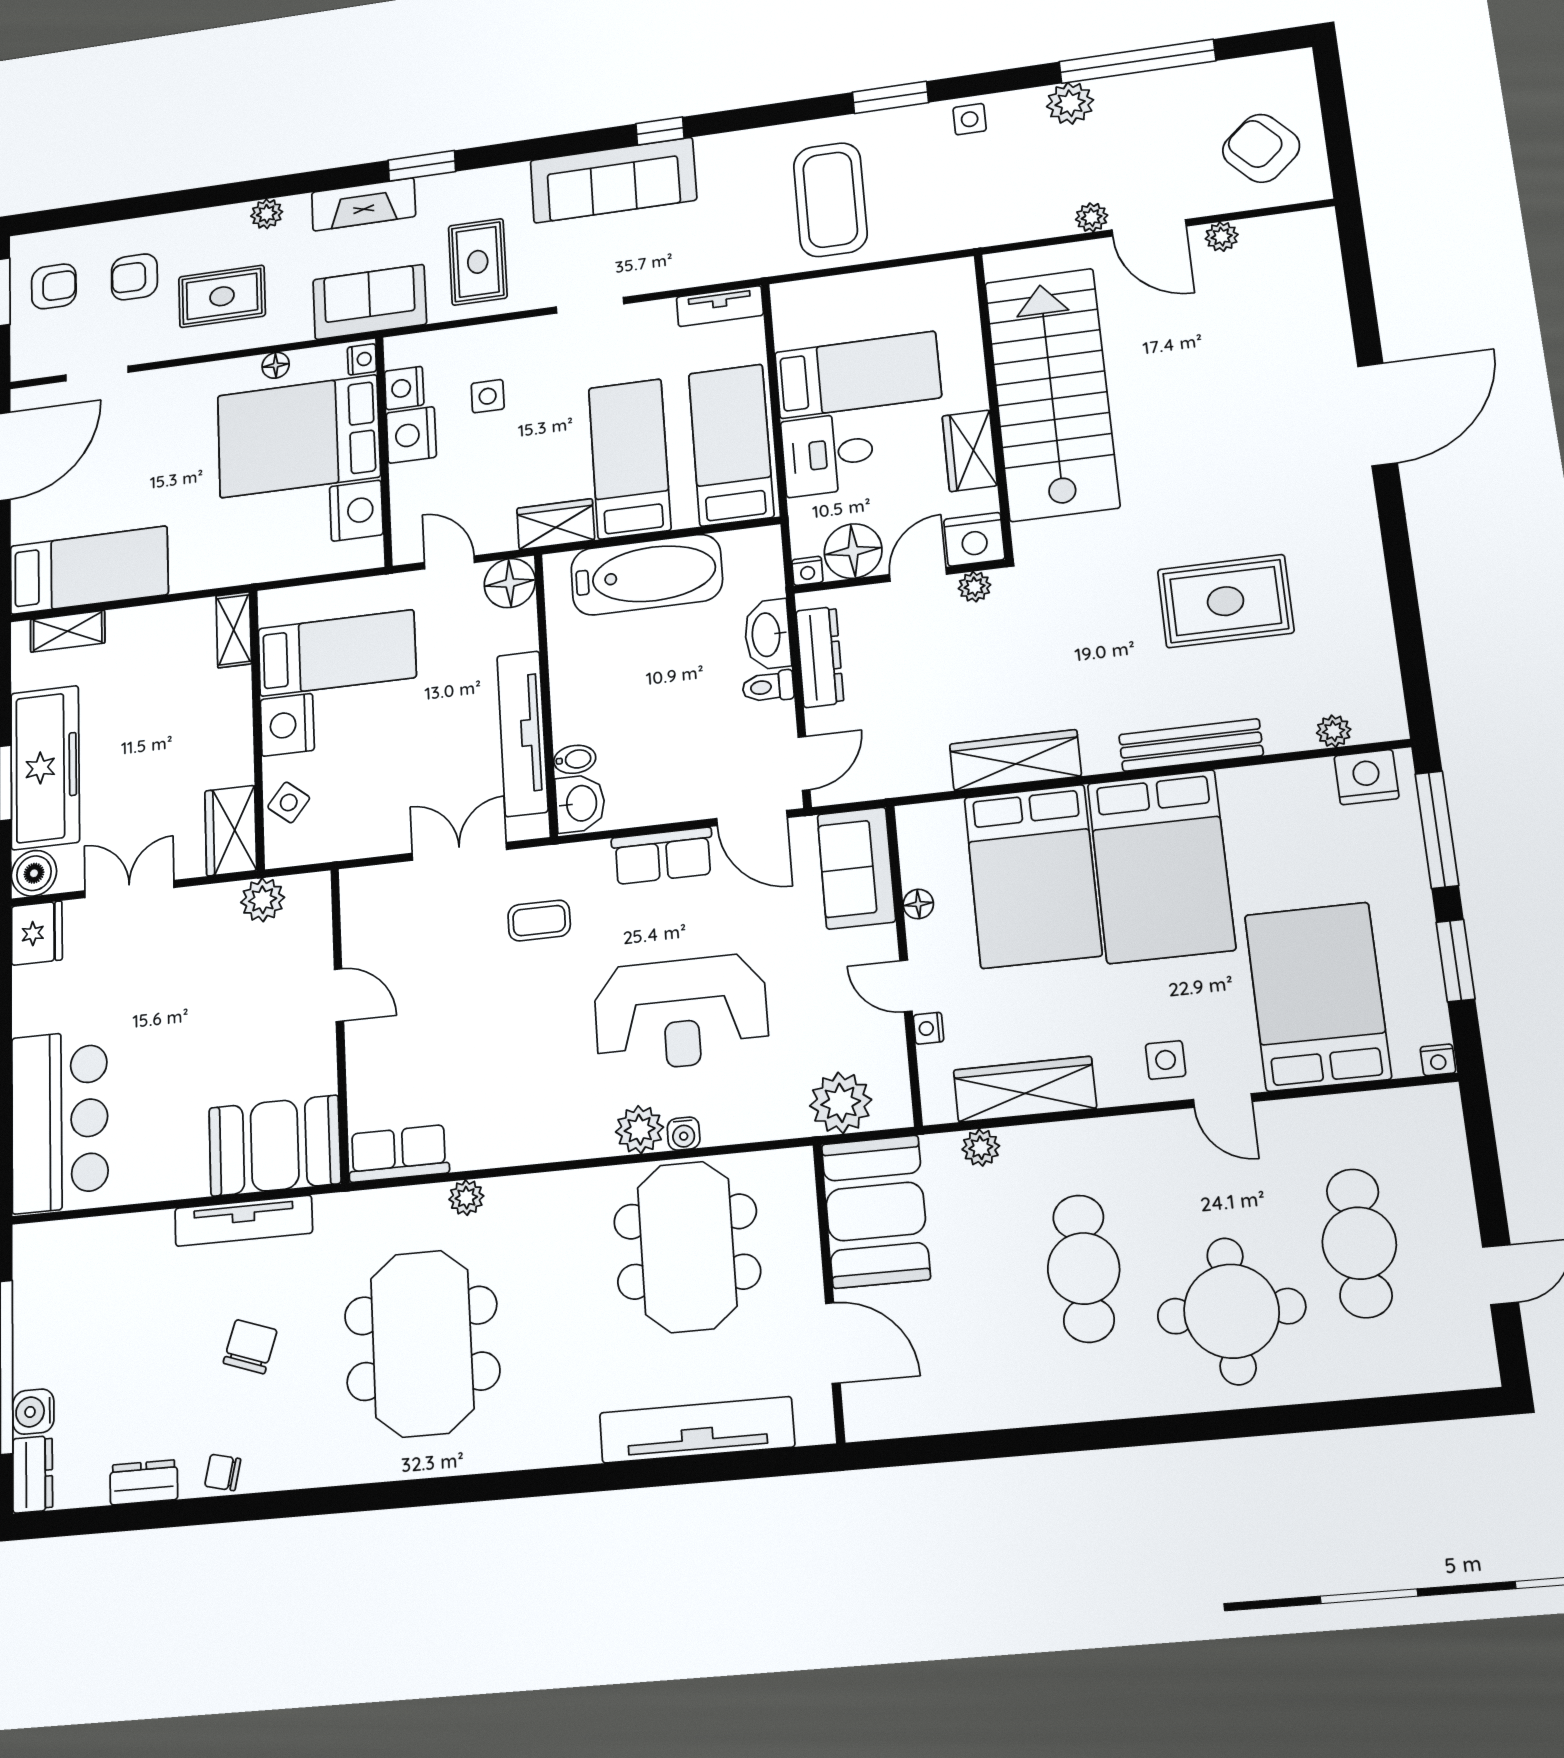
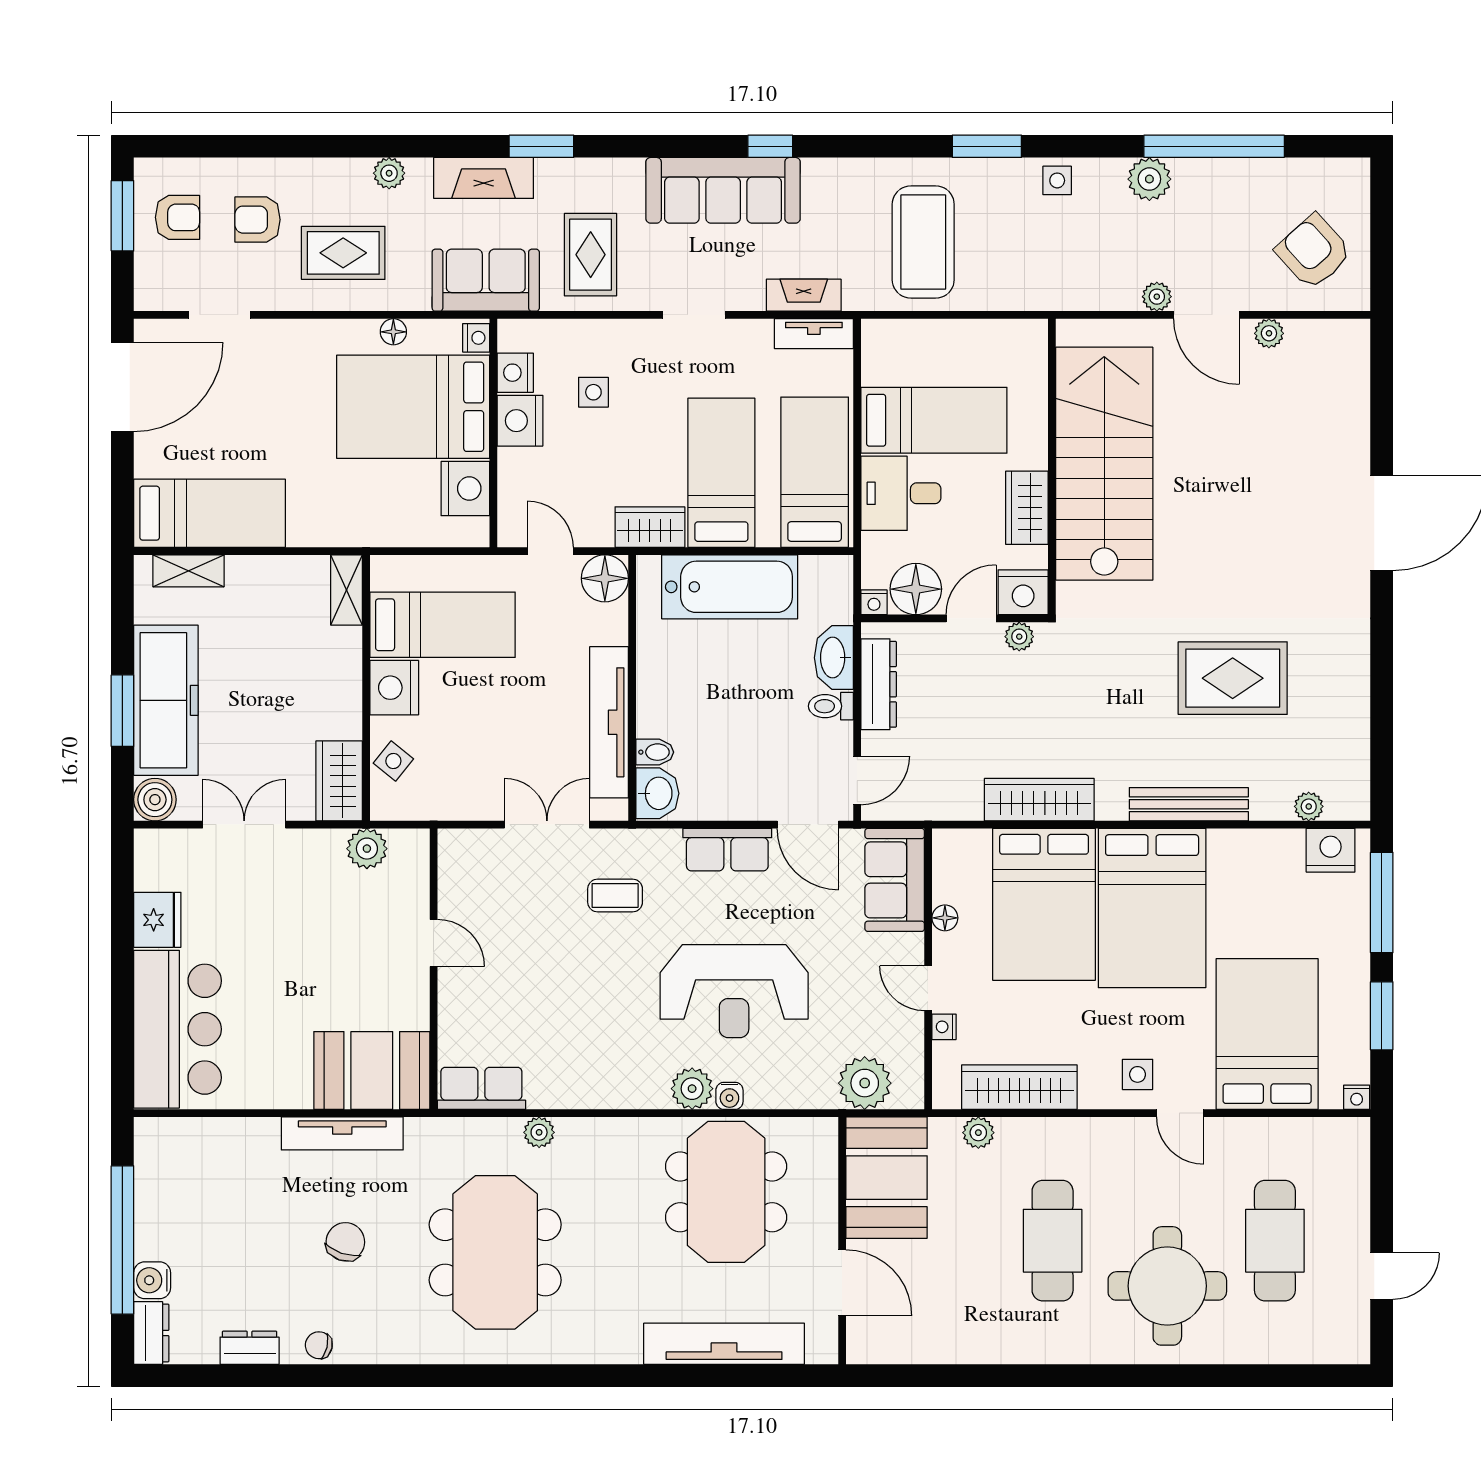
fireplace: (706, 270) -> (804, 295), added
fridge: (37, 933) -> (157, 920), moved

